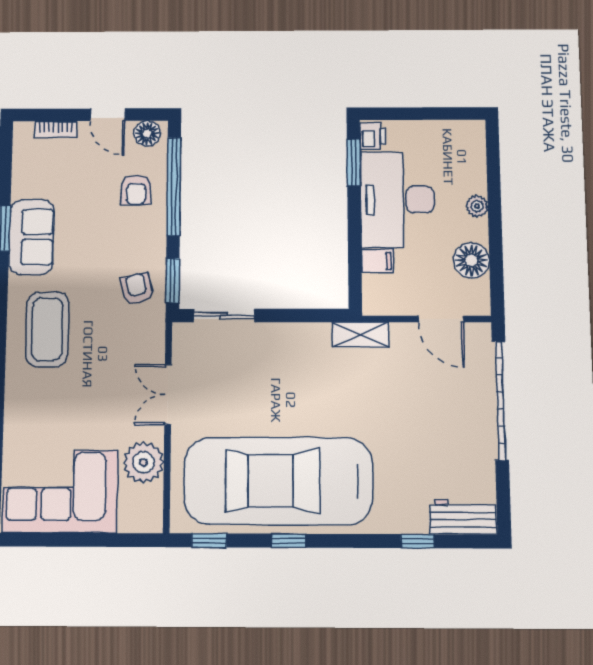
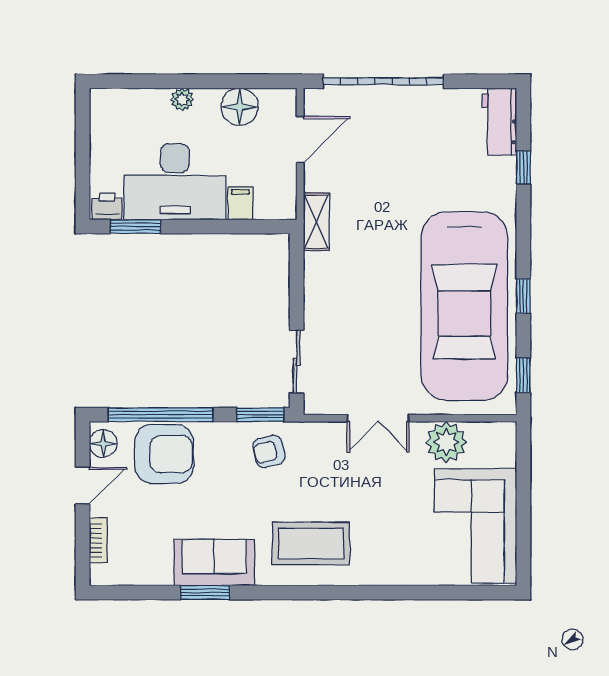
armchair: (136, 190) -> (164, 454), width x1.88, depth x1.88

